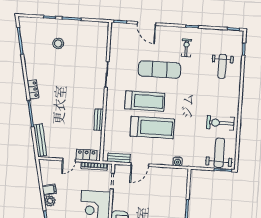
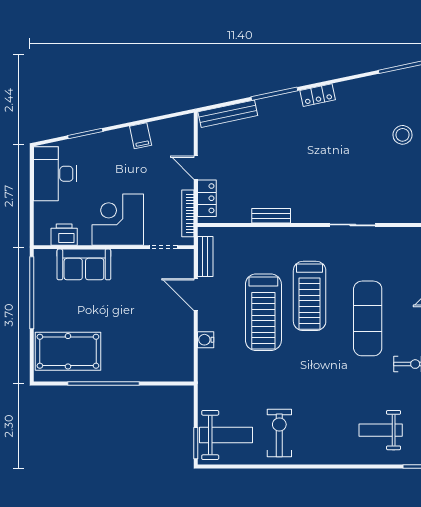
water cooler: (178, 161) -> (206, 340), moved
plant: (50, 201) -> (121, 138), removed

